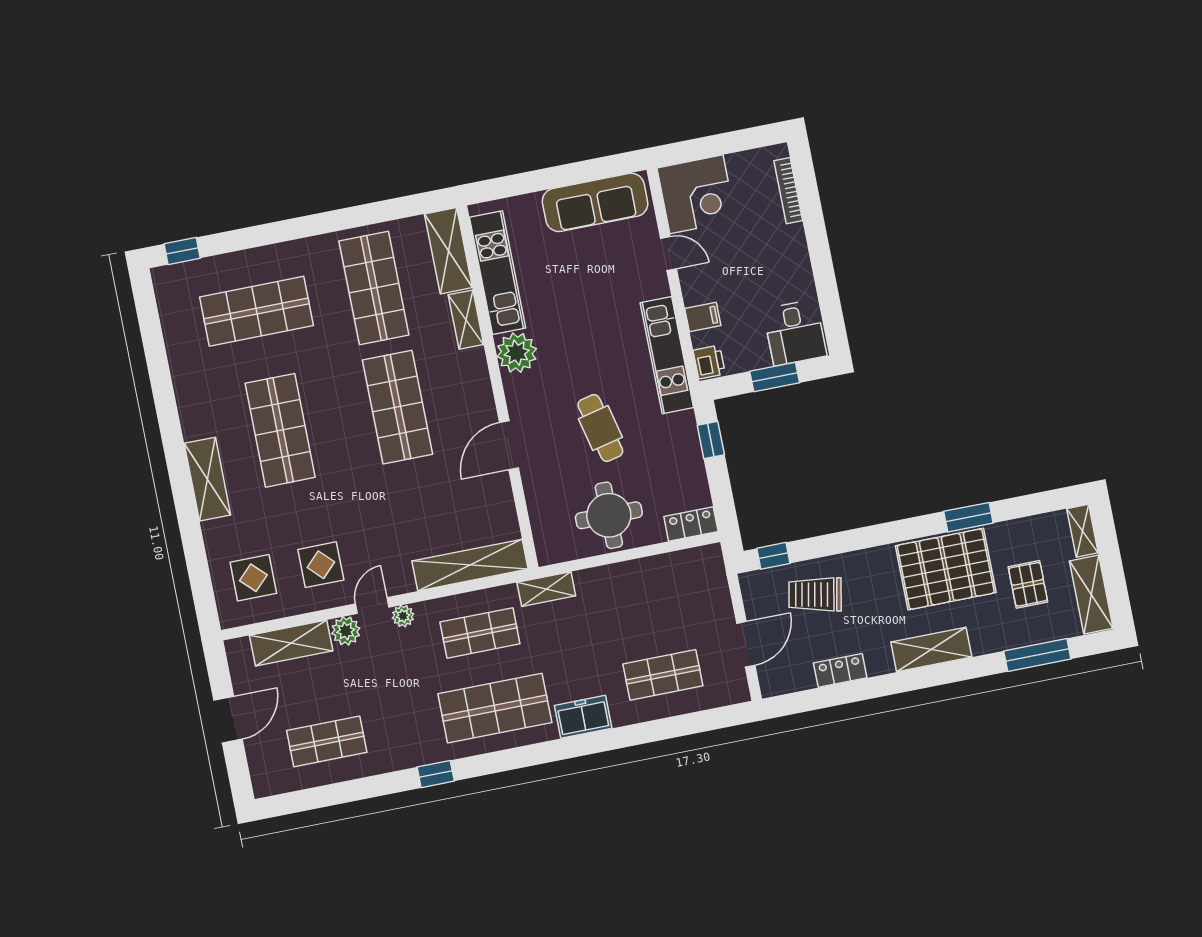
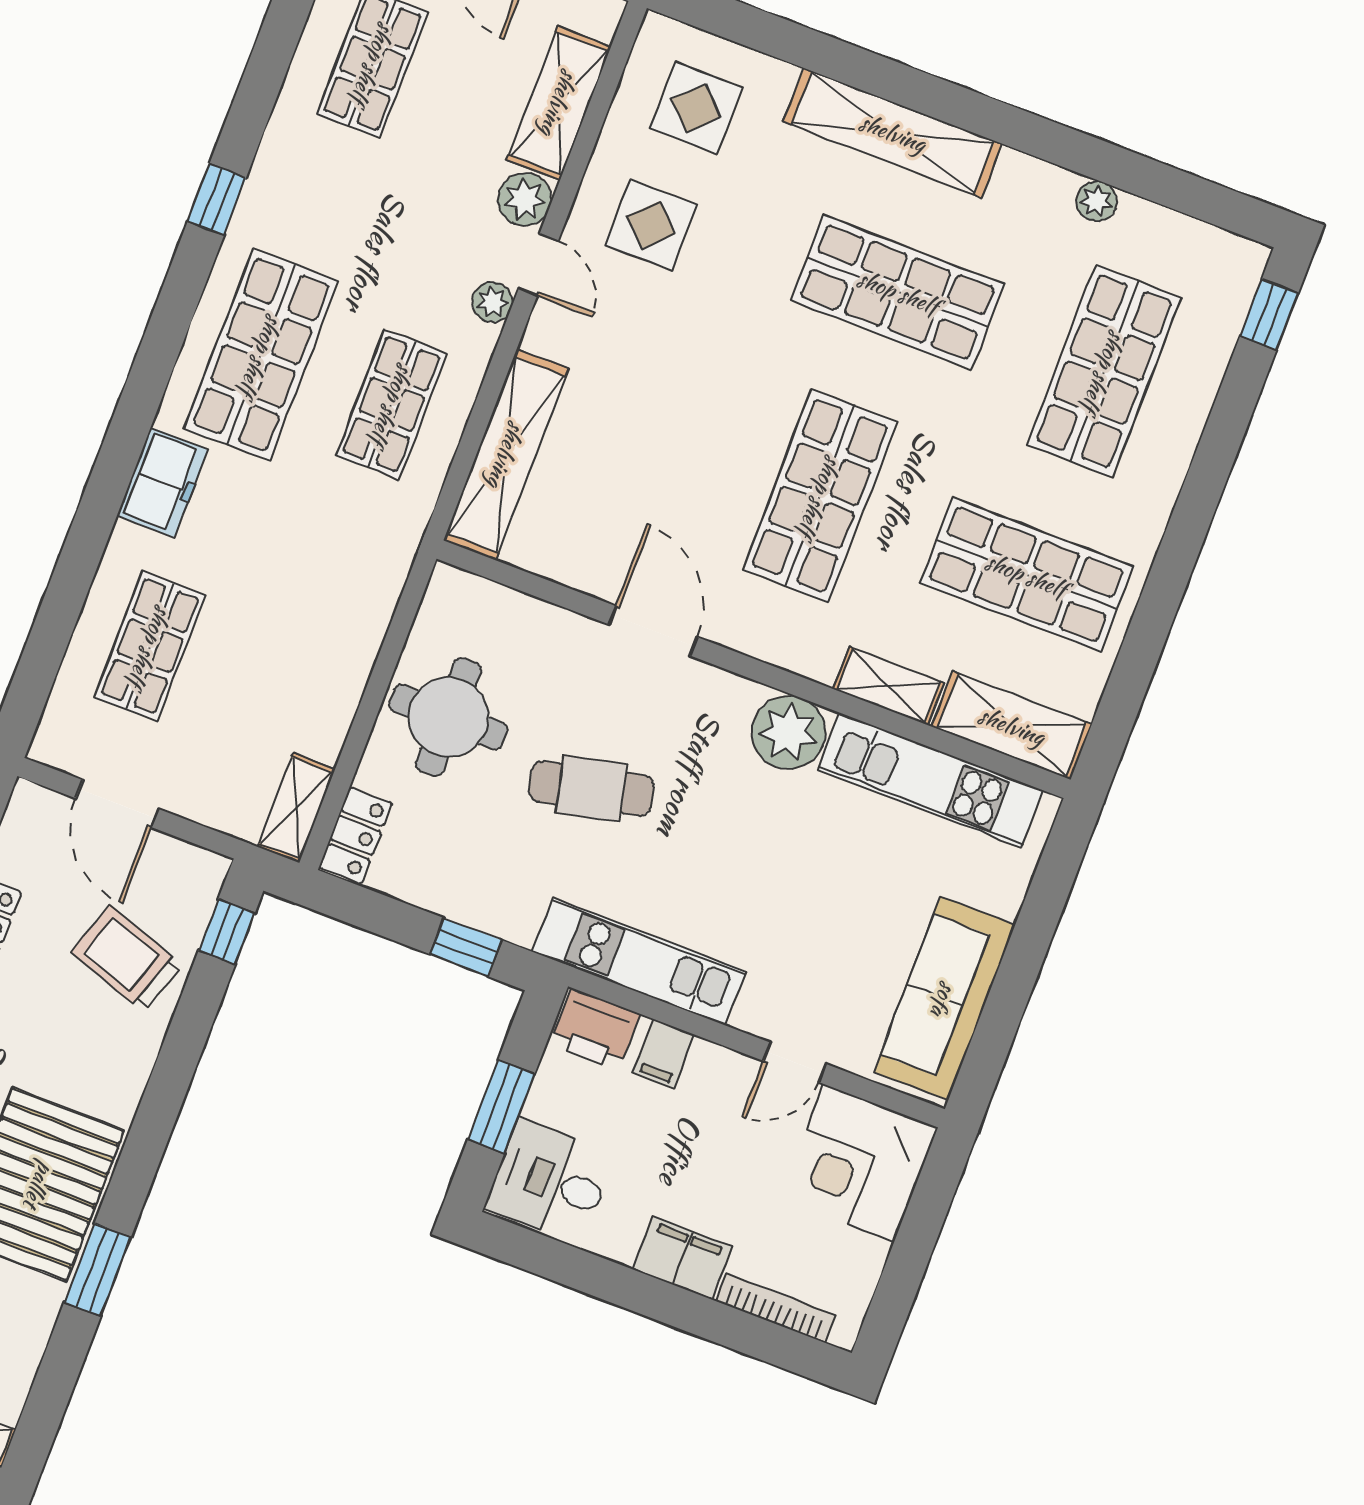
filing cabinet: (792, 249) -> (682, 1258), added
printer: (709, 362) -> (595, 1029), width x1.36, depth x1.24
plant: (180, 364) -> (1097, 201), added
shop shelf: (398, 407) -> (820, 496), turned 90
shelving: (207, 479) -> (893, 133), width x1.47
shelving: (546, 589) -> (296, 808), moved
trolley: (815, 595) -> (127, 959), turned -82

